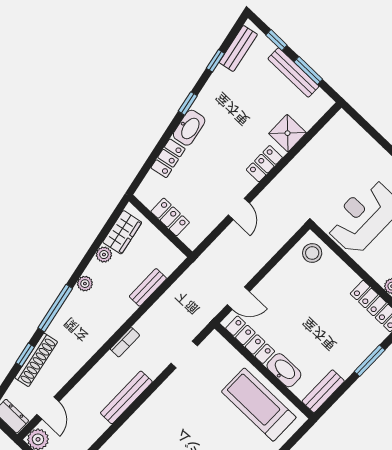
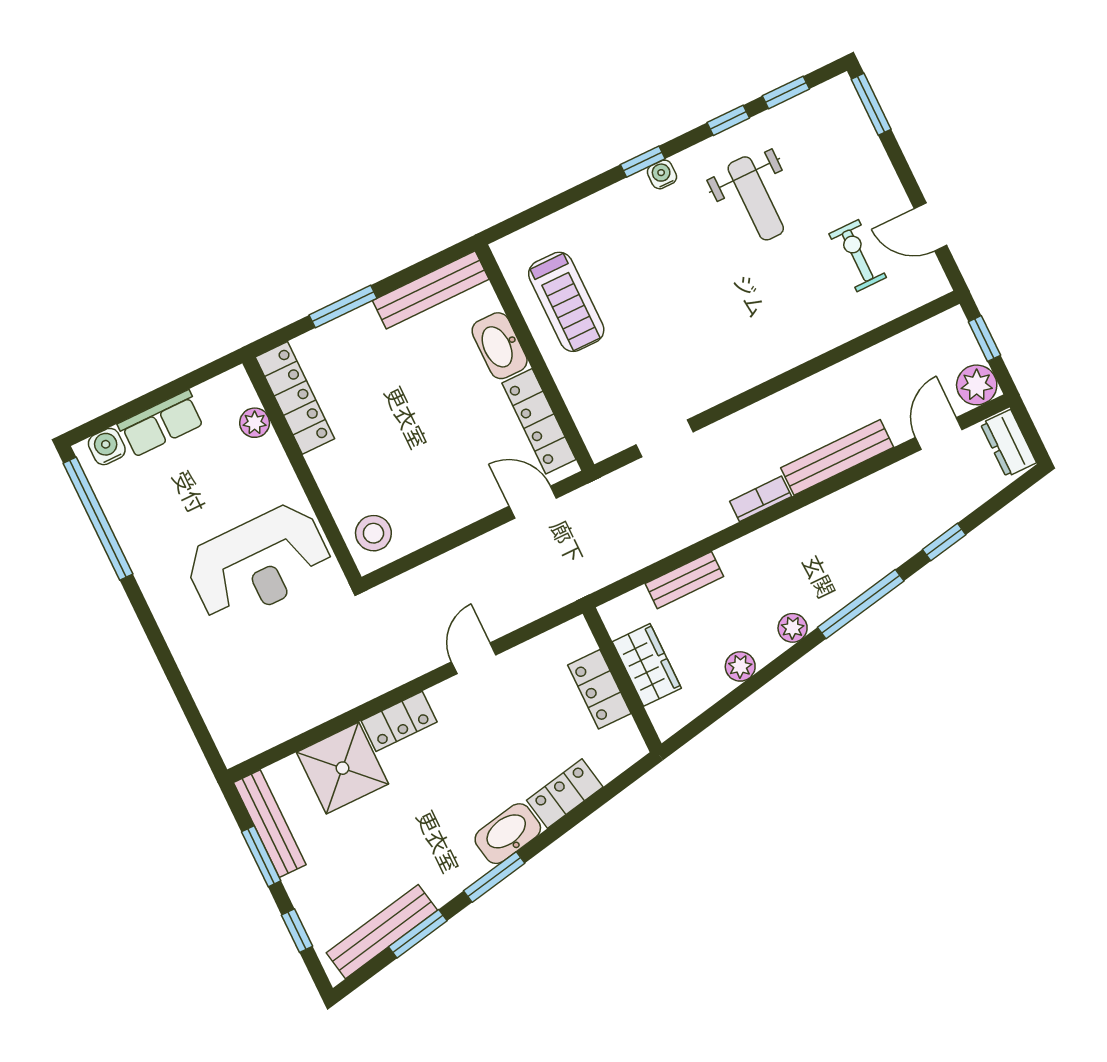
bench: (238, 48) -> (382, 932), width x1.36
window: (215, 61) -> (418, 934), width x1.50
bench: (293, 73) -> (270, 824), moved
window: (188, 103) -> (494, 877), width x1.50
shower: (288, 133) -> (342, 768), width x1.36, depth x1.36
wardrobe: (122, 232) -> (647, 665), moved, turned 101
shoe rack: (36, 360) -> (928, 526), removed
bench: (323, 391) -> (431, 290), width x1.36
bench: (126, 397) -> (837, 457), moved
treadmill: (259, 405) -> (566, 302), width x0.73, depth x0.73

